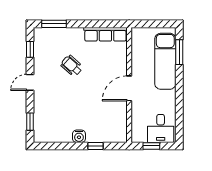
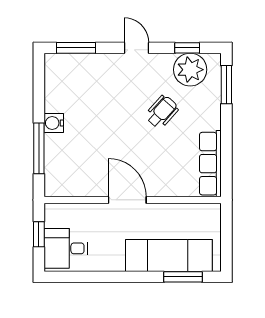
plant: (44, 47) -> (190, 70), added
window: (30, 122) -> (76, 48), width x1.50
window: (95, 146) -> (39, 148), width x2.17

